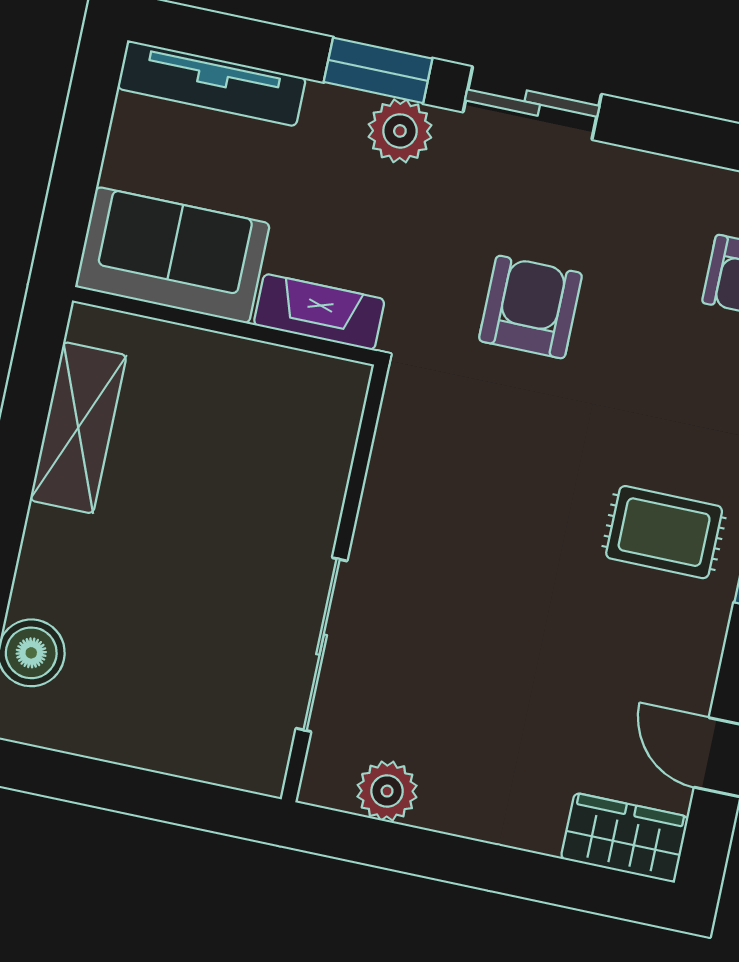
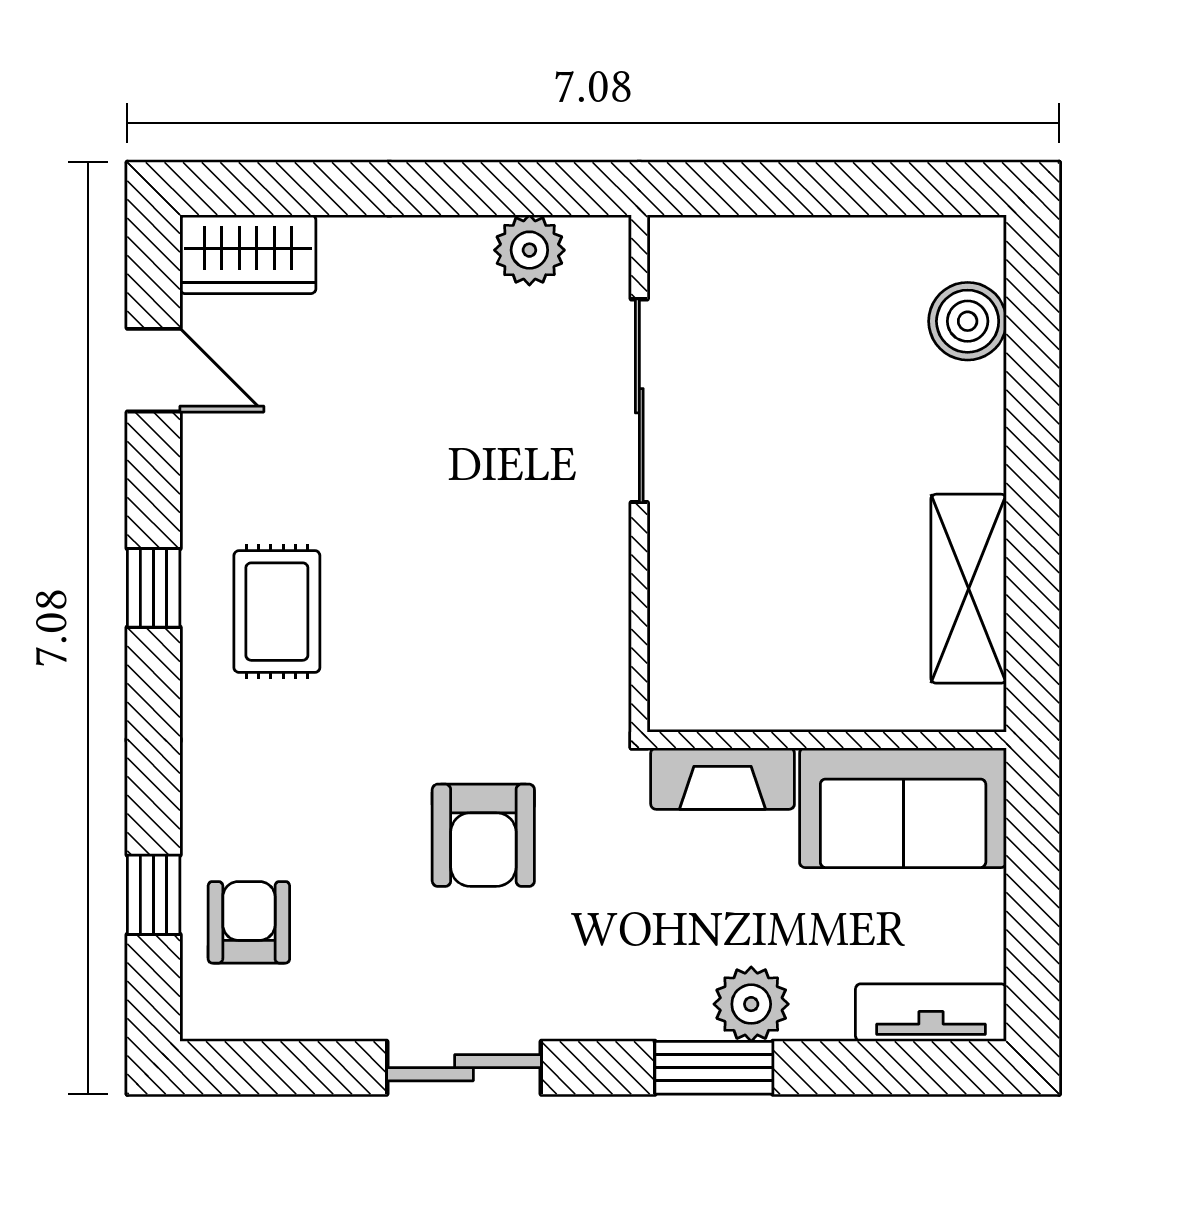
tv unit: (212, 83) -> (931, 1013), width x0.71
sliding door: (532, 103) -> (464, 1068), moved
plant: (400, 131) -> (751, 1004), moved
rug: (664, 532) -> (277, 612), turned 90

